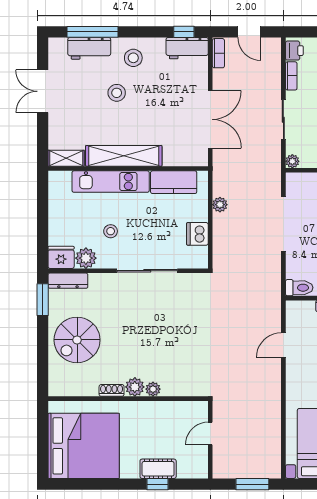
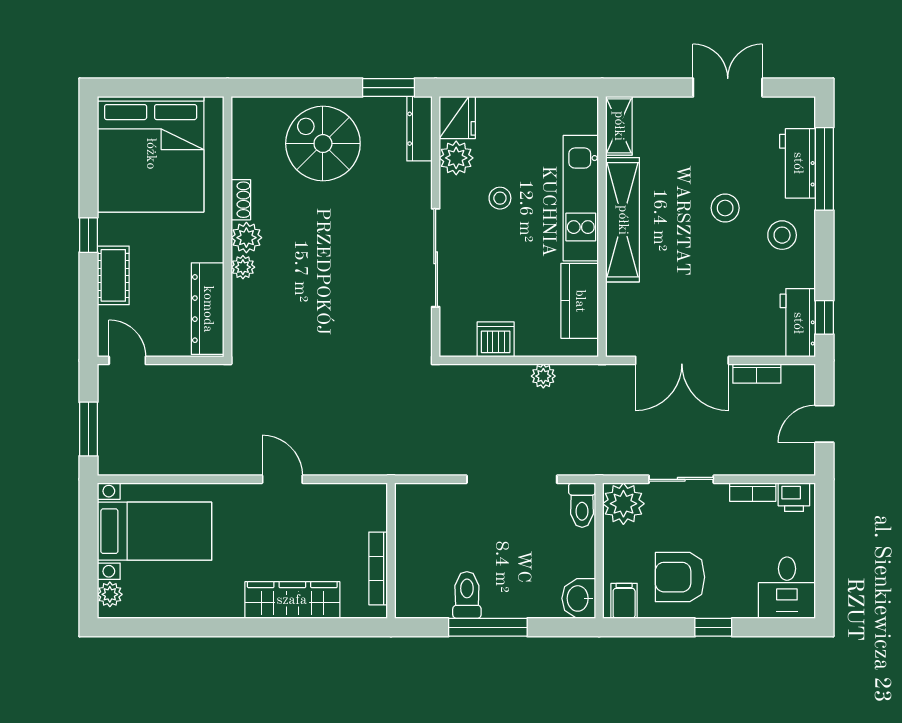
bookcase: (218, 53) -> (757, 374), moved
plant: (292, 161) -> (623, 504), width x1.88, depth x1.88
toilet: (299, 288) -> (582, 505), moved
door: (283, 345) -> (282, 479), moved
dresser: (178, 411) -> (208, 309), added
door: (210, 434) -> (127, 360), moved
window: (158, 484) -> (88, 235), moved

